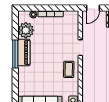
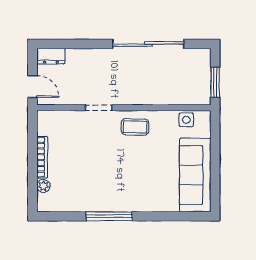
plant: (26, 30) -> (70, 199), removed
piano: (24, 52) -> (107, 202), removed

